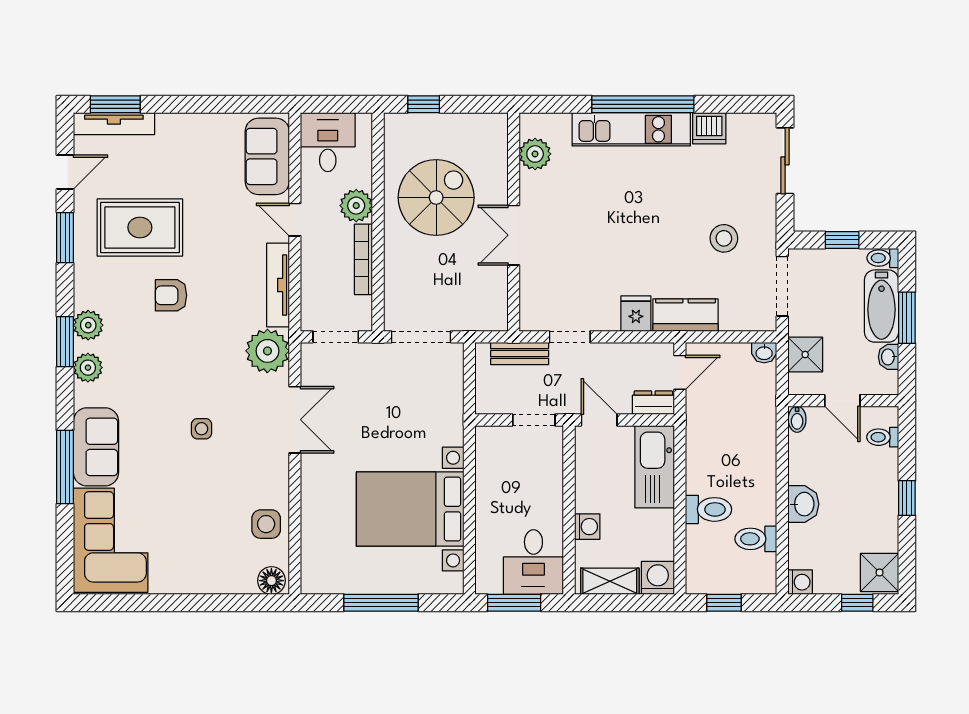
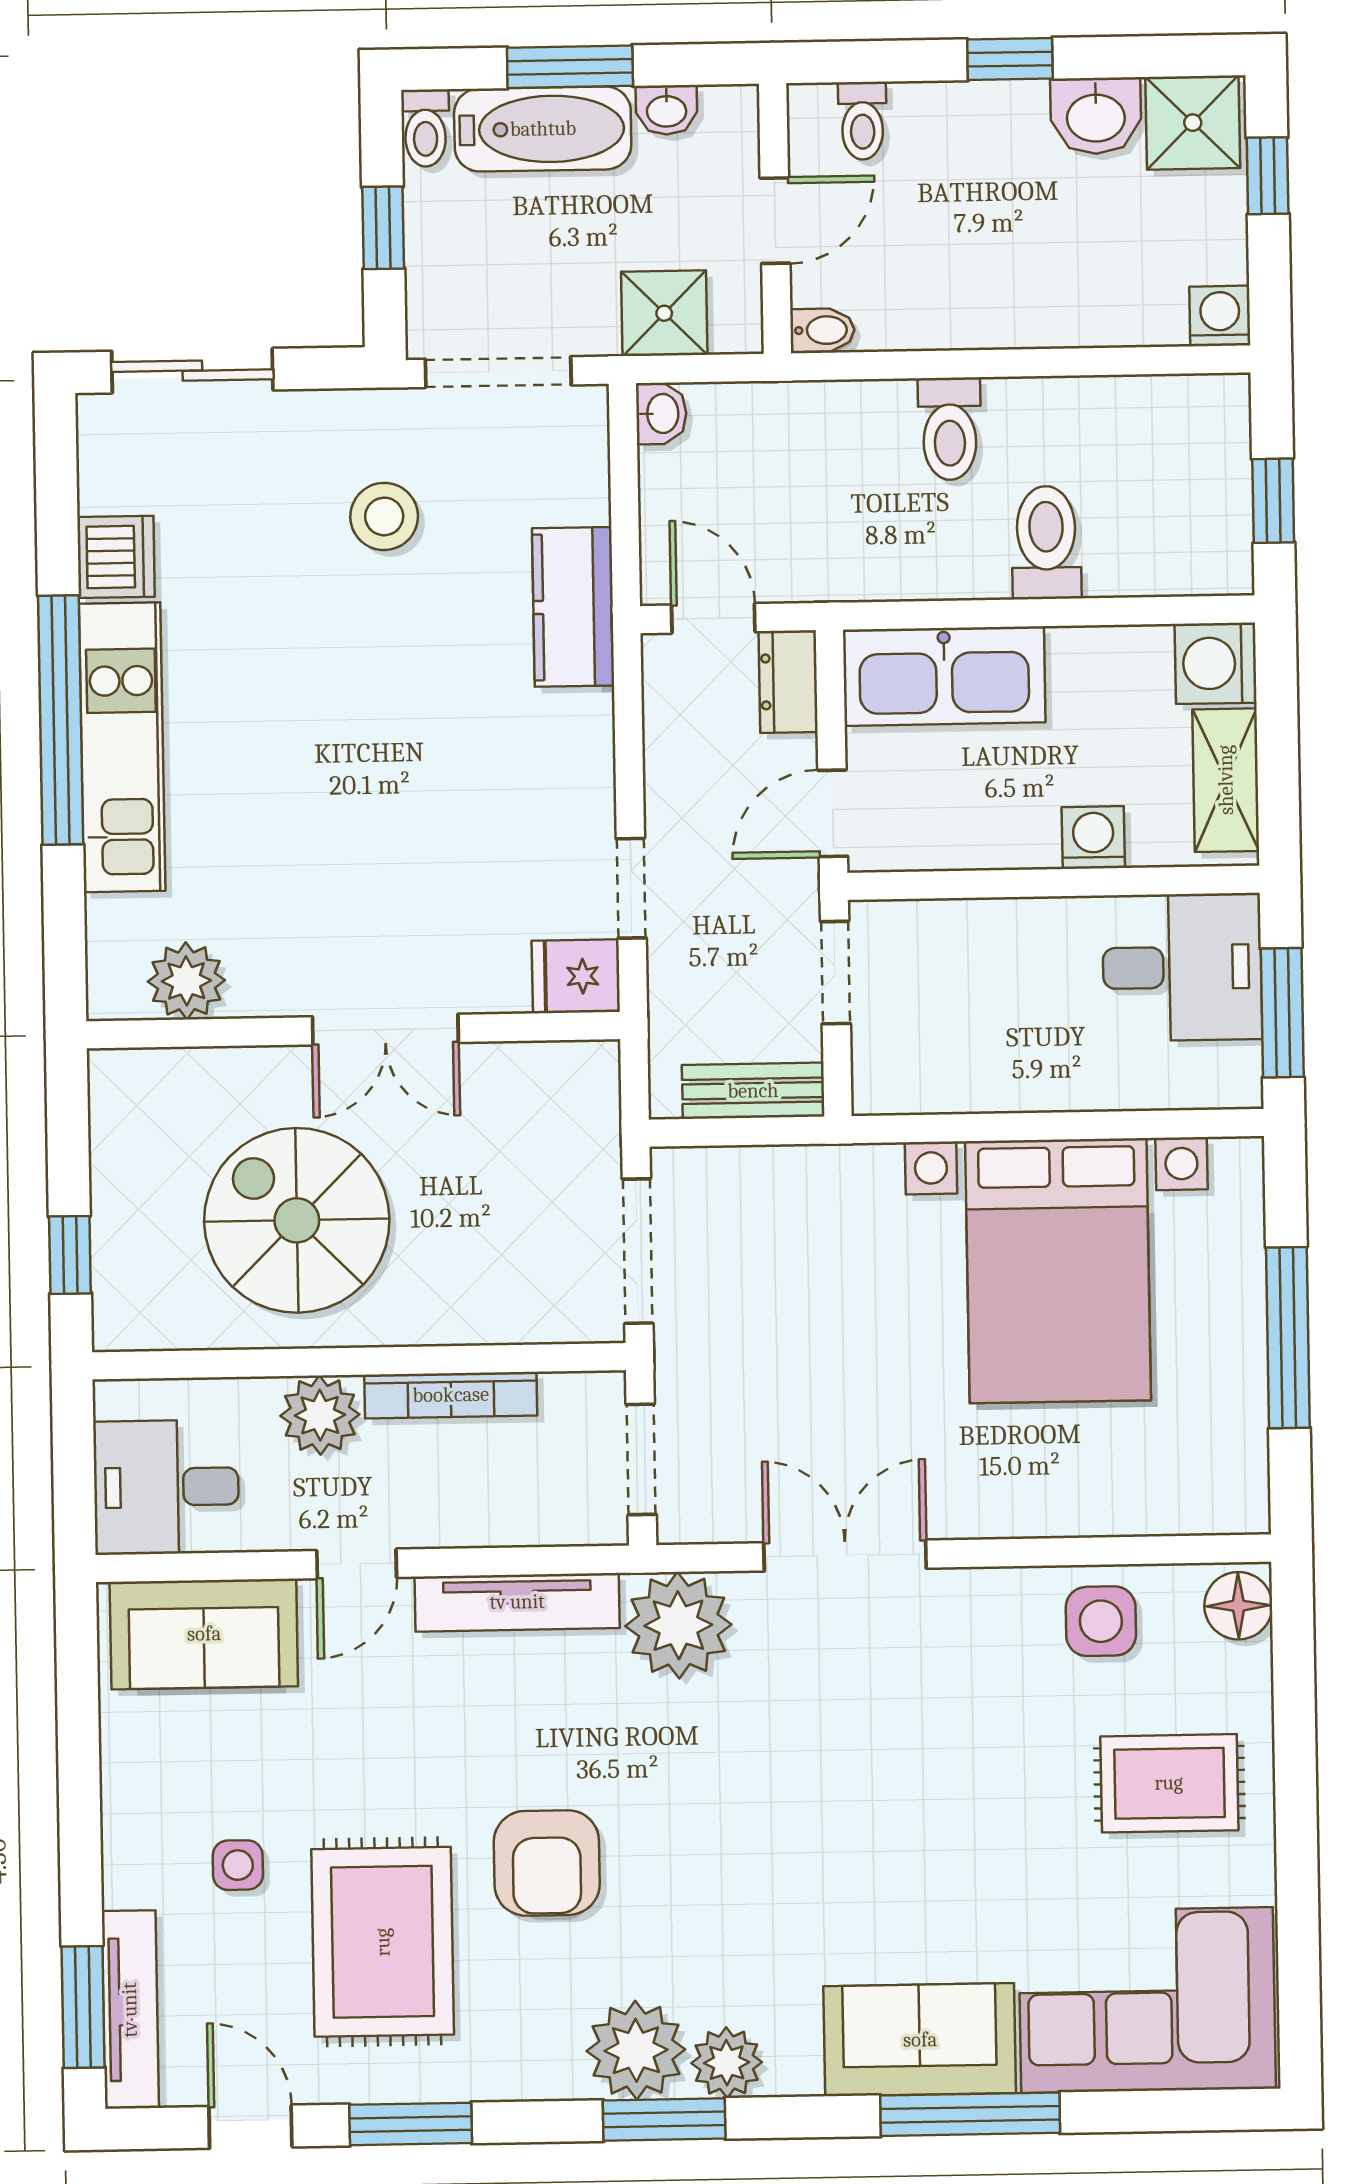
armchair: (171, 295) -> (547, 1863), width x1.38, depth x1.38
fridge: (636, 314) -> (576, 976), moved
plant: (88, 325) -> (636, 2050), width x1.36, depth x1.36
bench: (520, 354) -> (753, 1091), moved, turned 90
side table: (202, 429) -> (238, 1865), moved
washbasin: (803, 504) -> (1096, 116), moved, turned 180
toilet: (756, 539) -> (950, 429), moved
rug: (199, 551) -> (1169, 1783), added

